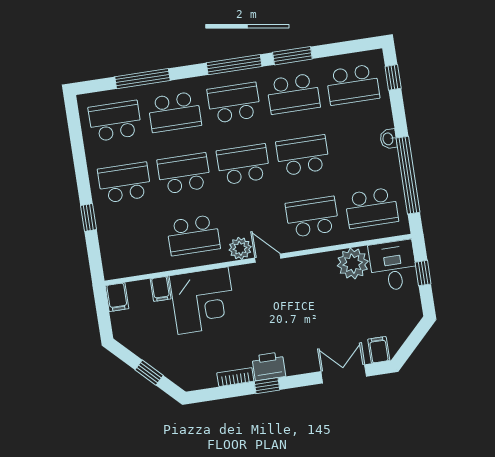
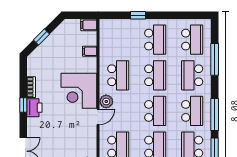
school desk: (193, 235) -> (118, 75), turned 180
corner desk: (203, 301) -> (79, 91), moved

